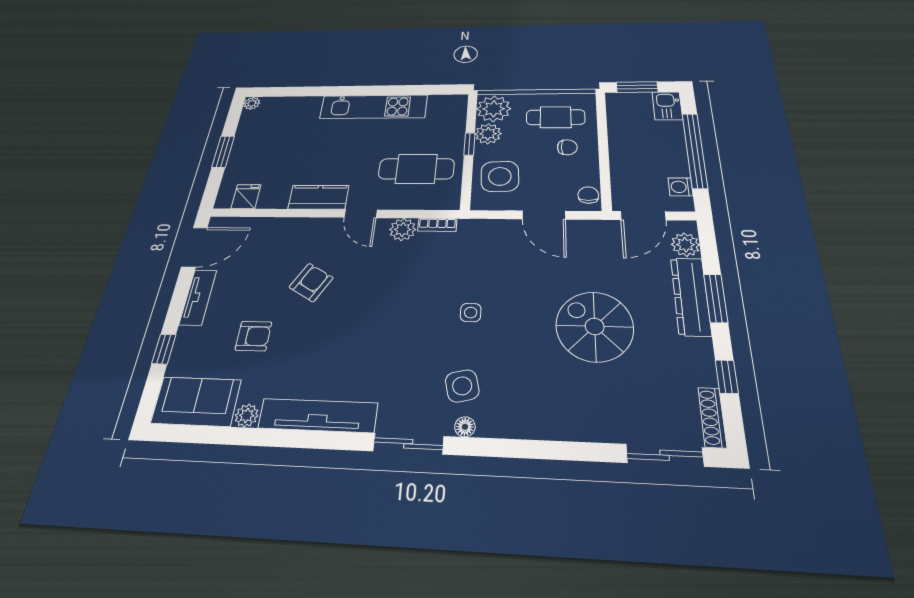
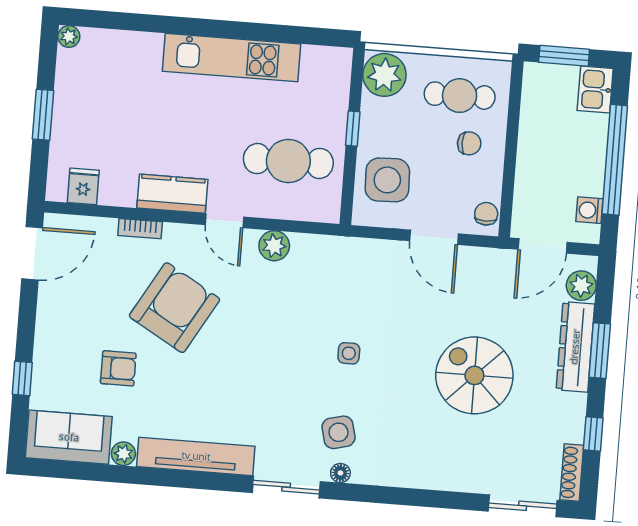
plant: (488, 134) -> (376, 114), removed
bookcase: (437, 225) -> (140, 229), moved
armchair: (311, 282) -> (174, 308), width x1.88, depth x1.88
tv unit: (198, 297) -> (49, 319), removed

